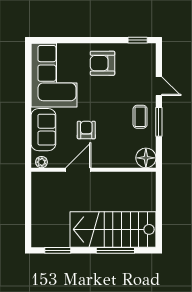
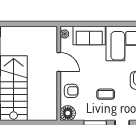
coffee table: (140, 117) -> (106, 94), moved
armchair: (86, 130) -> (71, 91), moved

